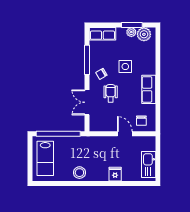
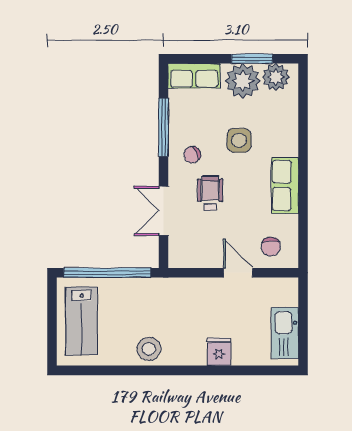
plant: (131, 32) -> (243, 81), width x1.87, depth x1.87

